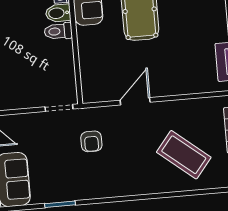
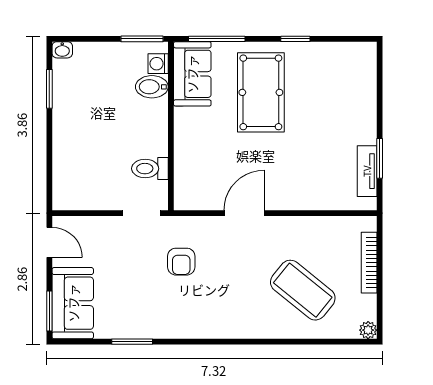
toilet: (58, 31) -> (150, 169), moved

